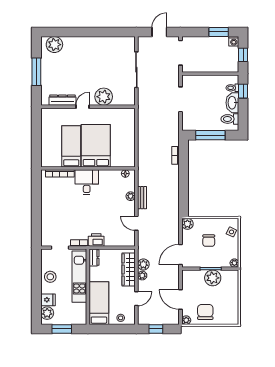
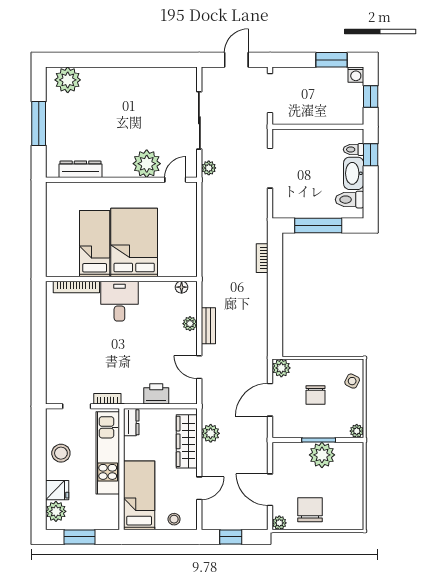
door: (82, 107) -> (175, 180), moved
printer: (96, 240) -> (156, 394), moved
door: (180, 254) -> (270, 400), moved
plant: (142, 276) -> (209, 168), moved

